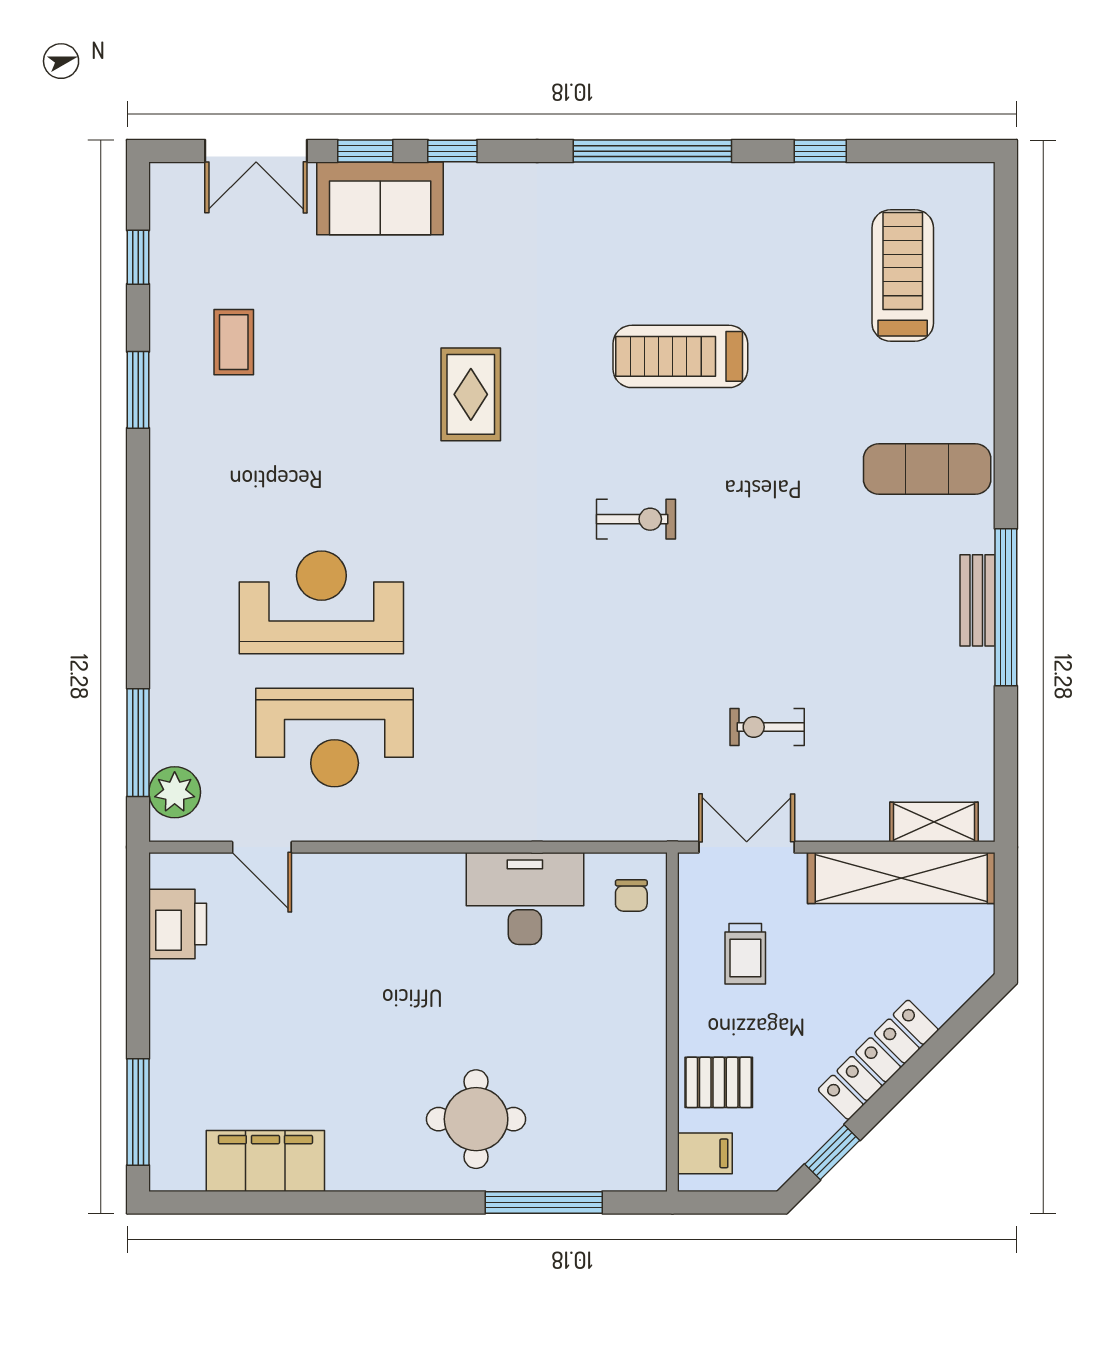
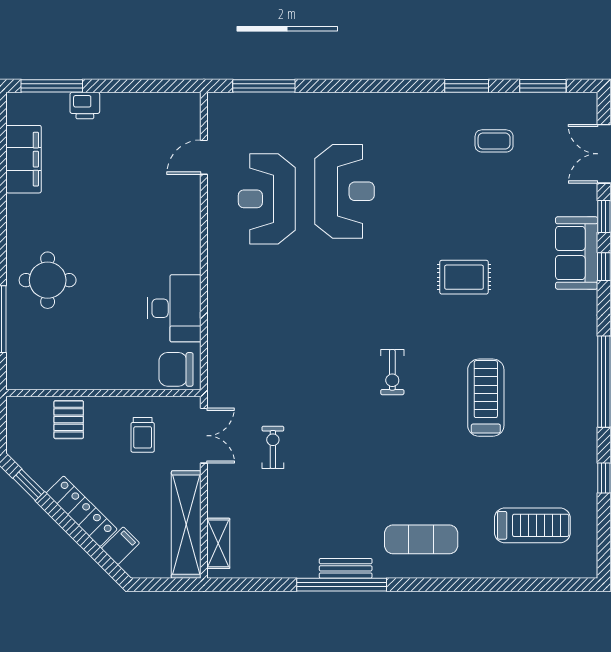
sofa: (380, 198) -> (577, 253), moved
window: (138, 257) -> (543, 86), width x1.50
exercise mat: (927, 469) -> (421, 539), turned 90
plant: (175, 792) -> (235, 107), removed
chair: (631, 896) -> (176, 369), width x1.87, depth x1.87
printer: (178, 924) -> (85, 106), moved, width x0.73, depth x0.81
trolley: (745, 954) -> (143, 435), turned -90
filing cabinet: (705, 1153) -> (120, 546), moved, turned -135

